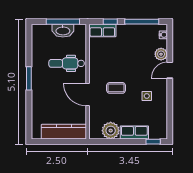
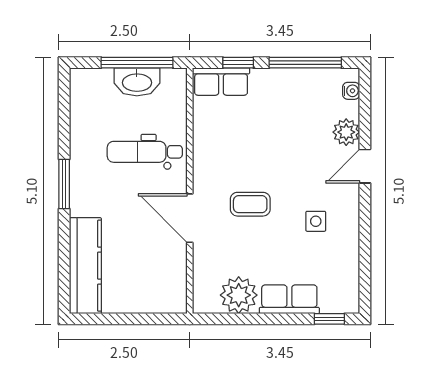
kitchen counter: (64, 132) -> (85, 266), moved, turned 90

